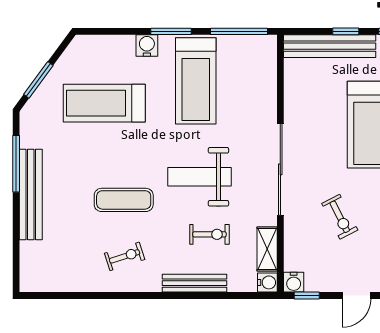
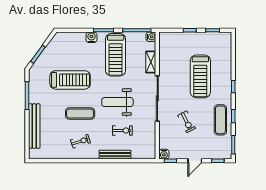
bench: (330, 46) -> (182, 38), removed
treadmill: (104, 103) -> (70, 80), moved, turned 180
bench: (31, 195) -> (34, 126), moved
shelving: (267, 249) -> (151, 62), moved
water cooler: (267, 282) -> (151, 37), moved

